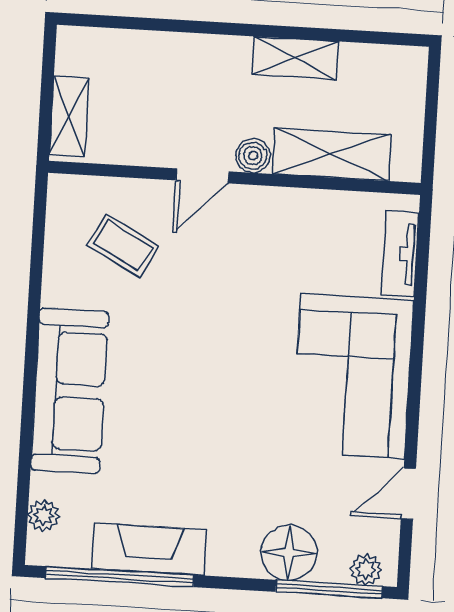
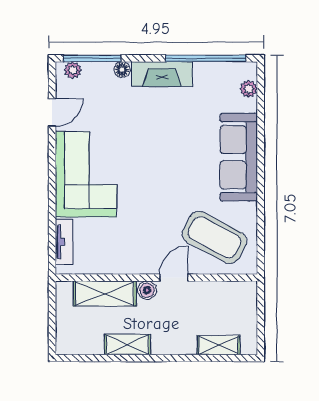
shelving: (69, 116) -> (218, 345), moved, turned 90
coffee table: (123, 246) -> (214, 237), width x1.86, depth x1.72
fireplace: (149, 549) -> (162, 74), moved
floor lamp: (289, 553) -> (122, 70), width x0.53, depth x0.53

